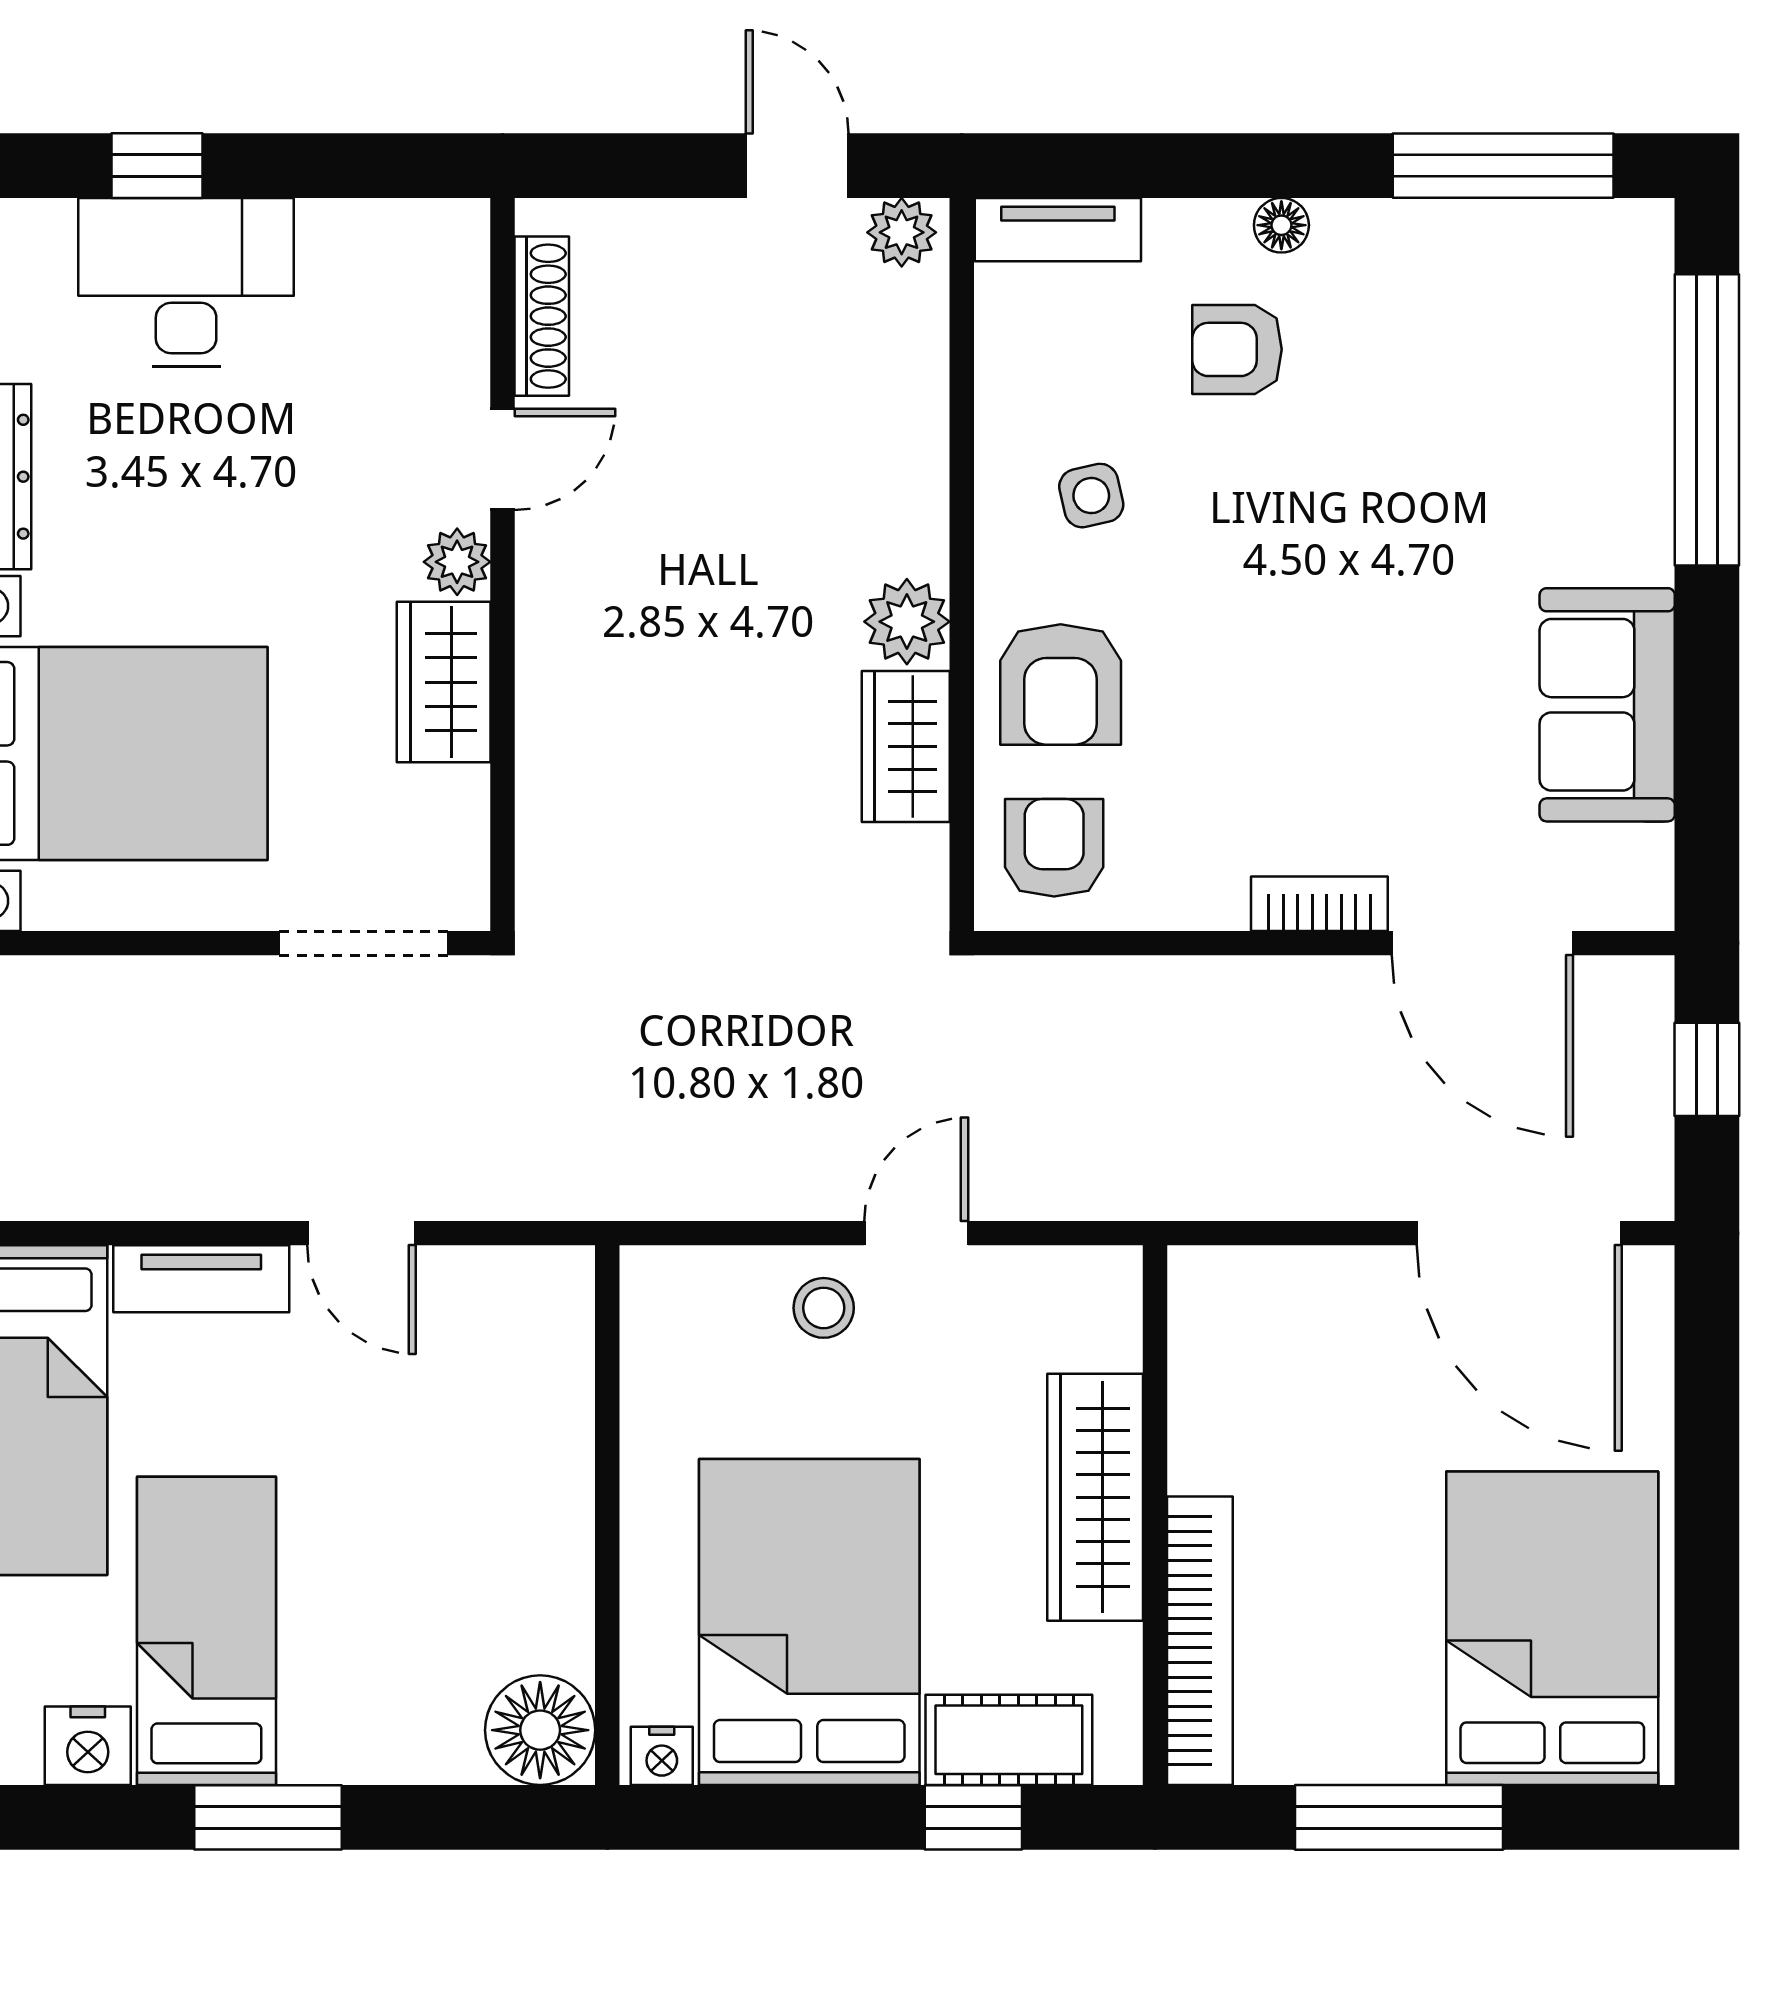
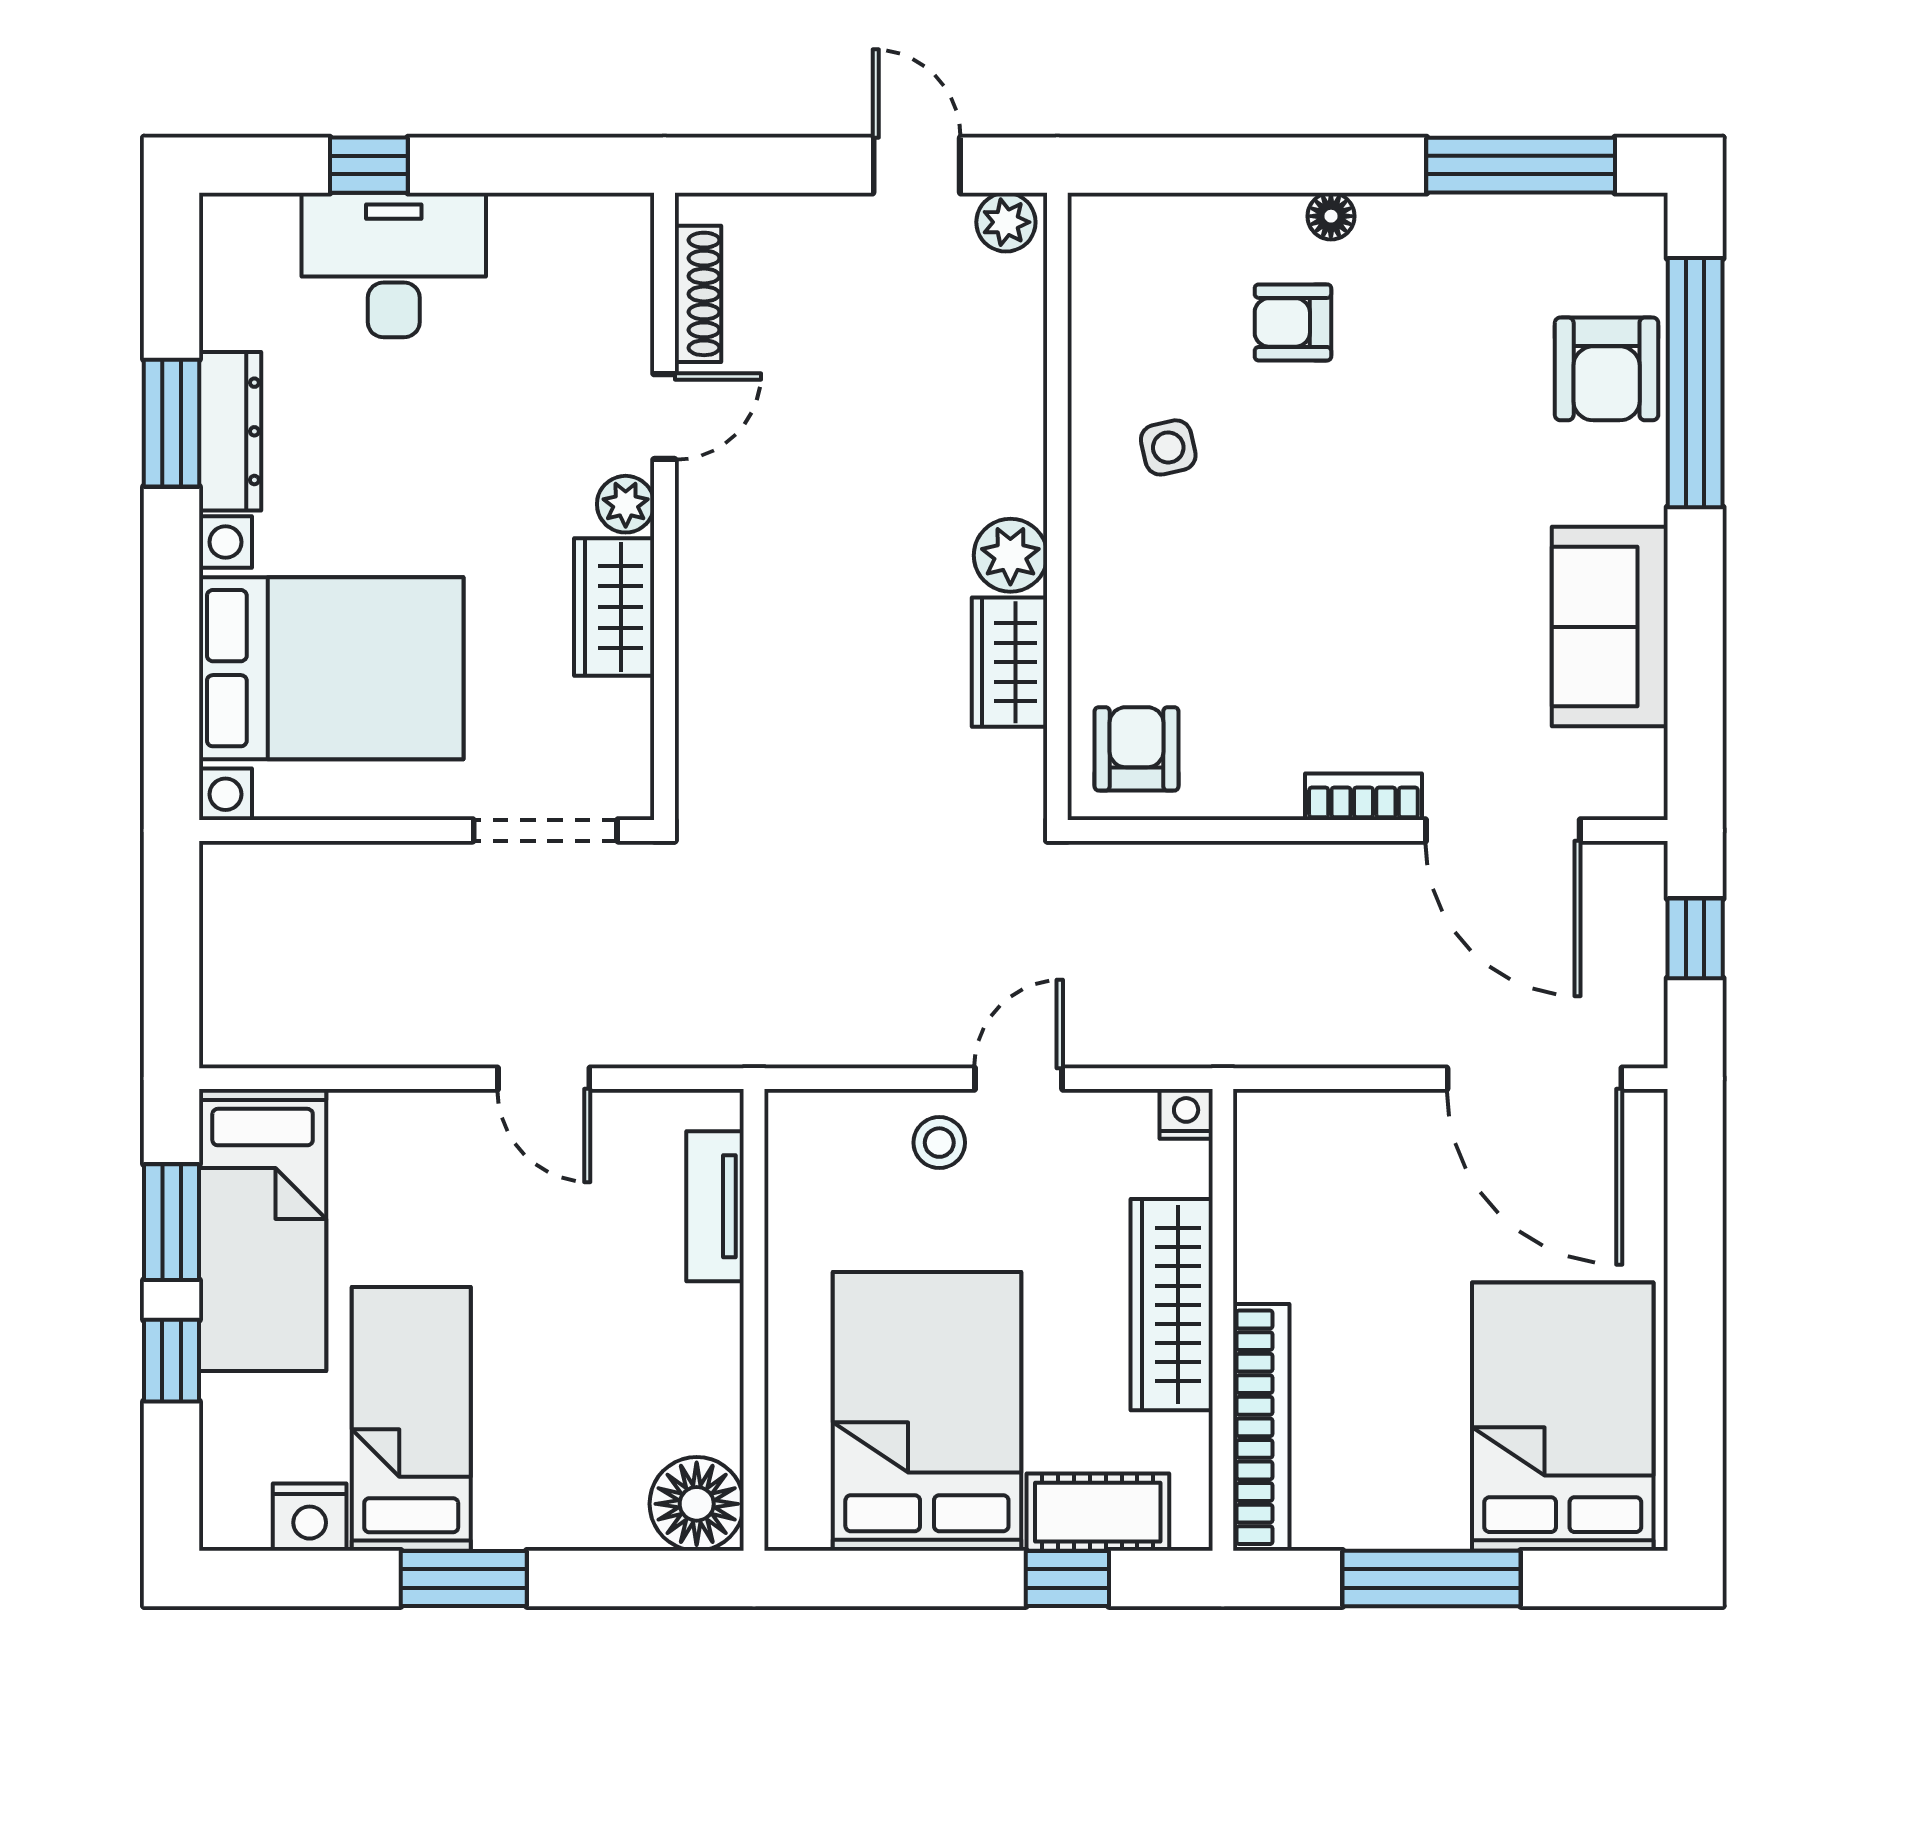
tv unit: (1058, 230) -> (1140, 220), removed
armchair: (1061, 684) -> (1607, 369), moved
tv unit: (201, 1279) -> (715, 1206), moved, turned 90
nightstand: (662, 1756) -> (1186, 1114), moved, turned 180

